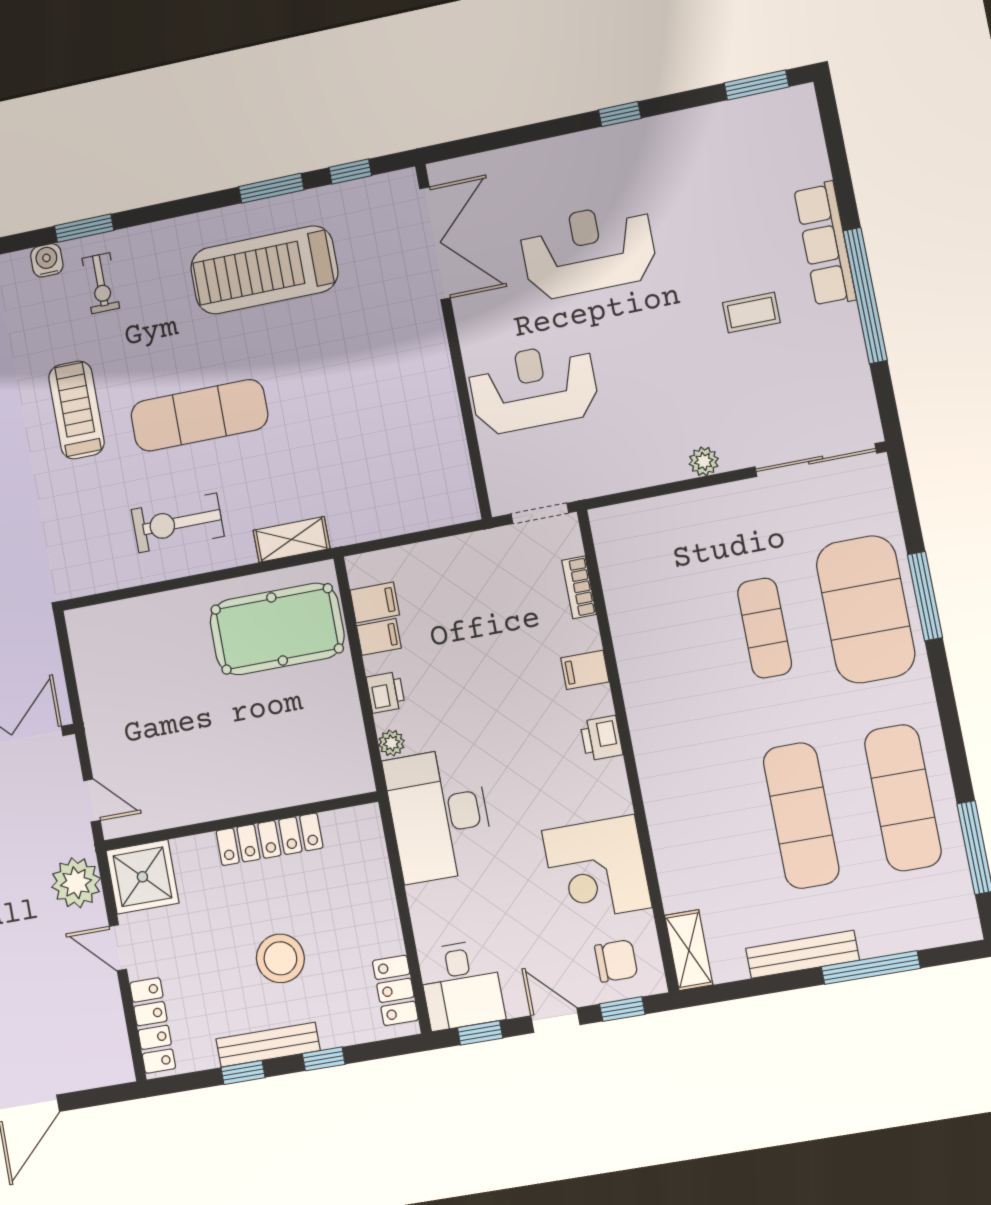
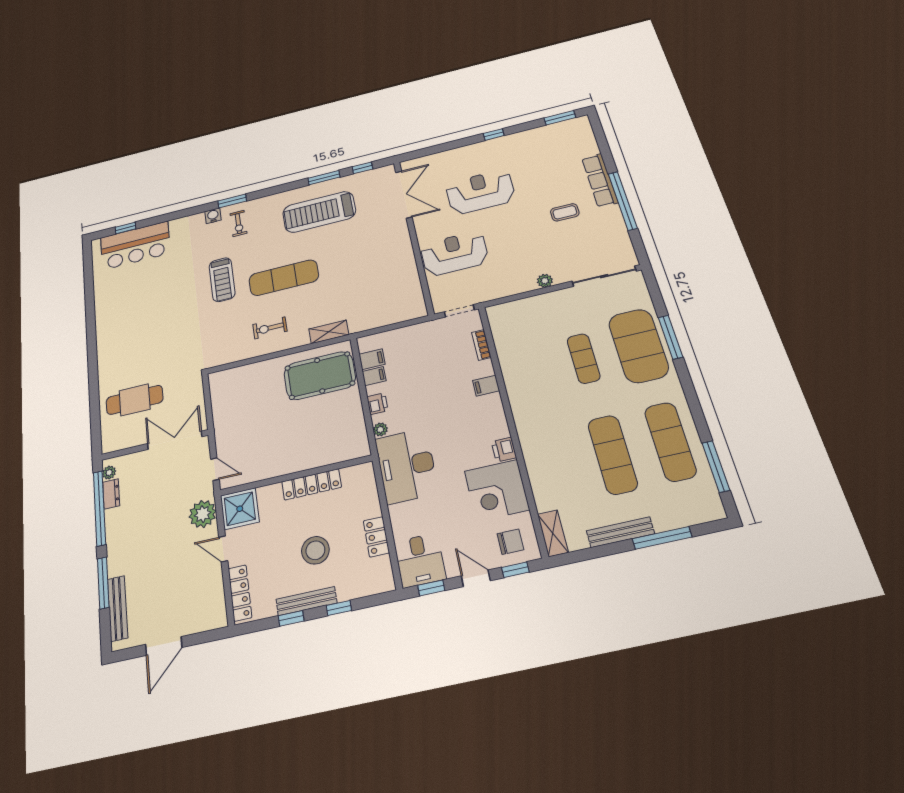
treadmill: (76, 410) -> (222, 280), turned 180
exercise bike: (178, 523) -> (270, 328), width x0.73, depth x0.72
printer: (601, 738) -> (504, 450), moved
locker: (395, 990) -> (376, 537), moved

